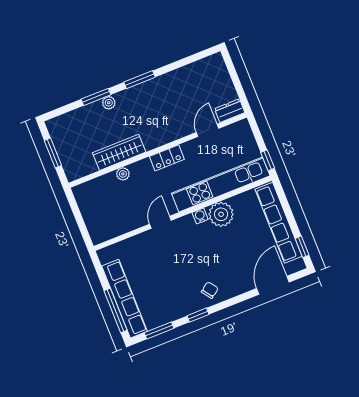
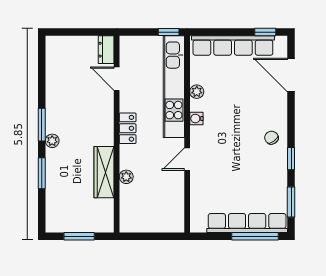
plant: (109, 103) -> (52, 141), moved
plant: (221, 214) -> (197, 92), width x0.53, depth x0.53
door: (160, 222) -> (187, 159), hinge flipped

